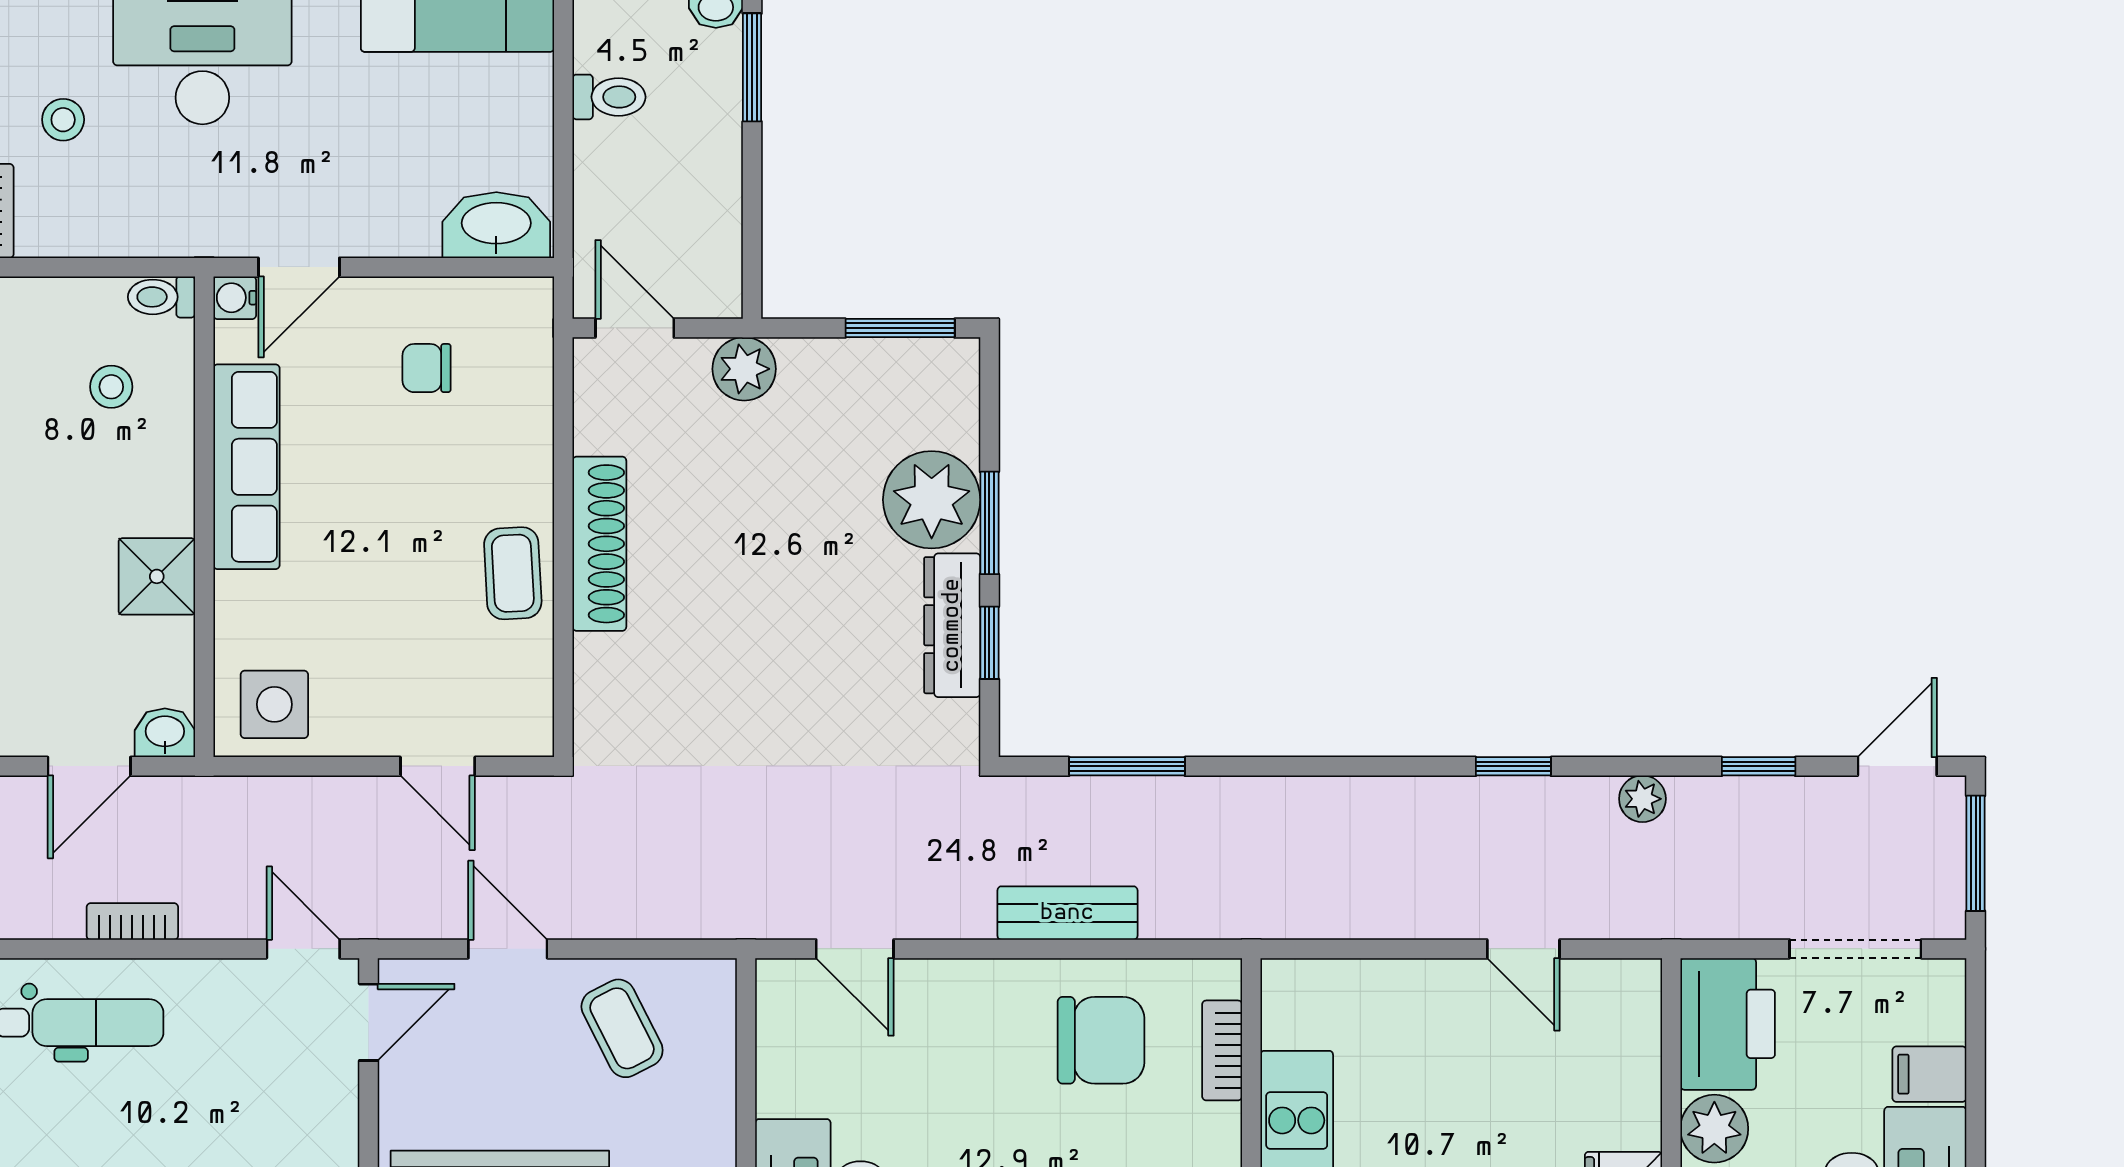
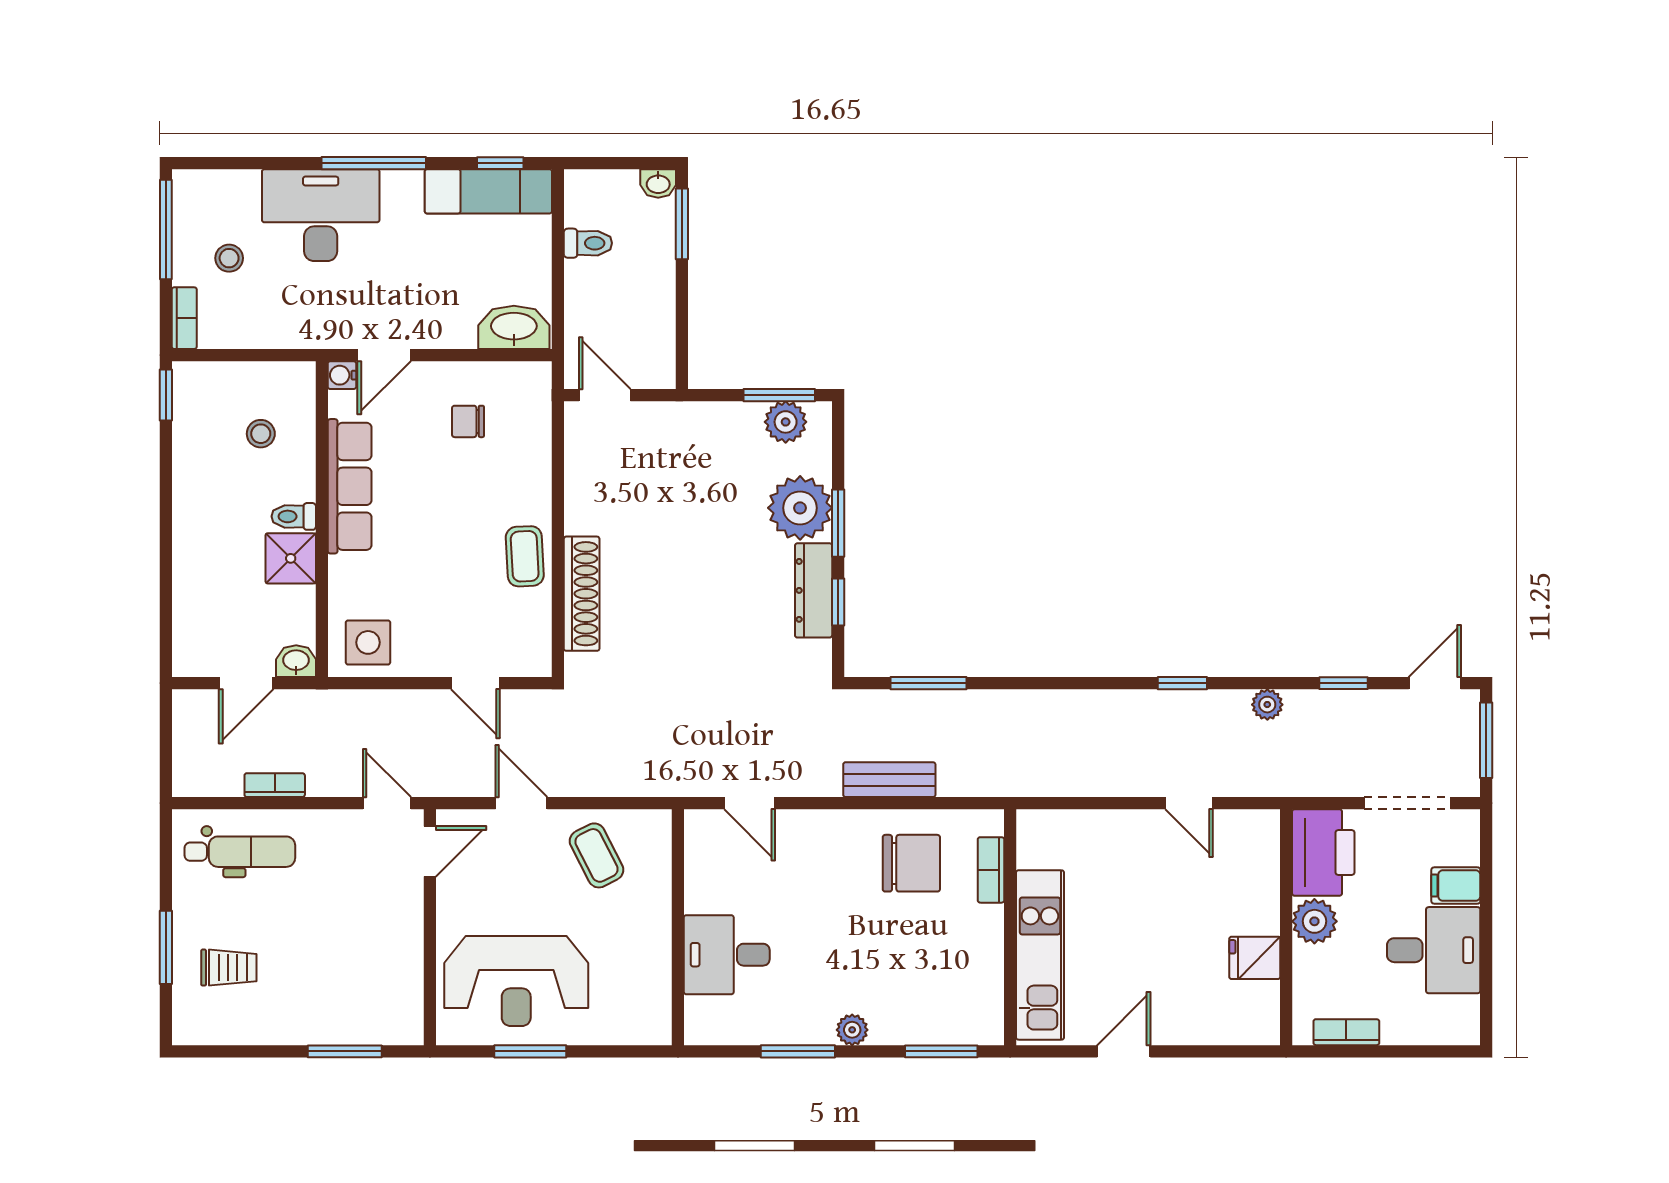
toilet: (161, 297) -> (294, 516), moved
plant: (744, 369) -> (786, 422), moved
shoe rack: (599, 544) -> (582, 594), moved

